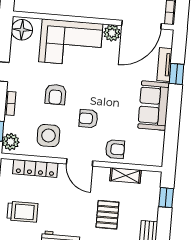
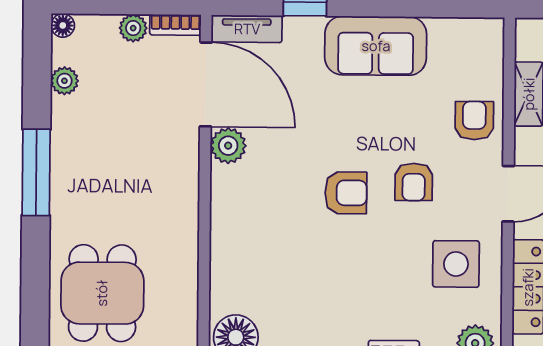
corner sofa: (71, 43) -> (256, 231), removed
tv unit: (164, 65) -> (247, 29), moved
armchair: (56, 94) -> (346, 193), moved

